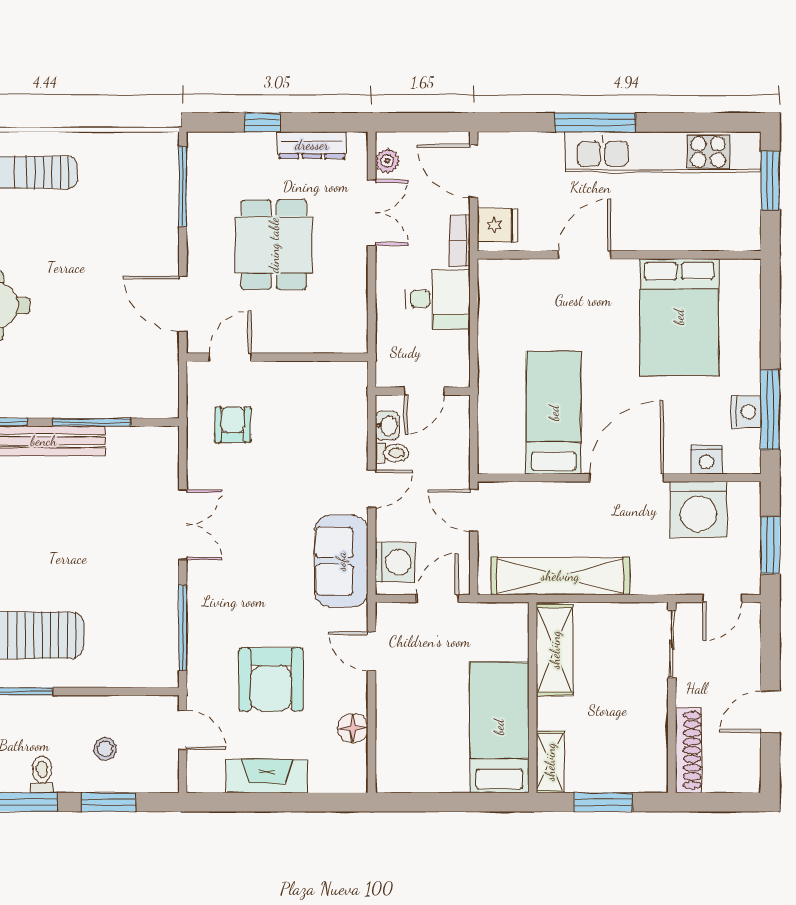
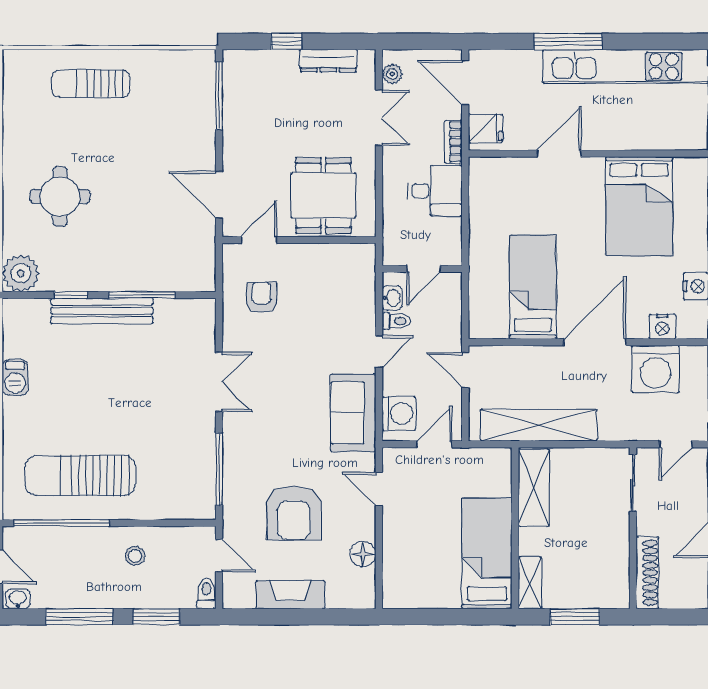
dining table: (274, 245) -> (323, 195), moved
stool: (105, 749) -> (135, 556), moved
toilet: (42, 774) -> (206, 593), moved

